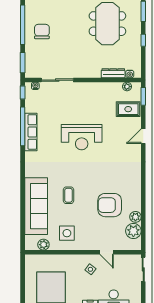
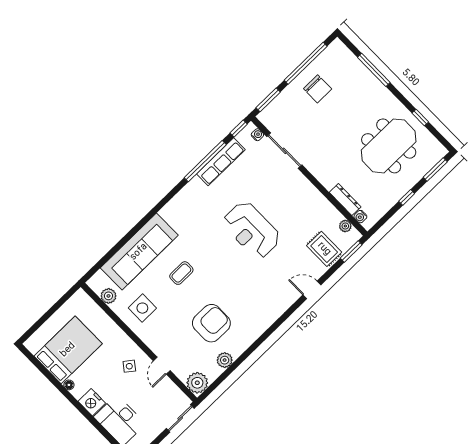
chair: (42, 32) -> (318, 89), turned 90
row of seats: (31, 132) -> (221, 162), moved
armchair: (110, 205) -> (211, 323), turned 90
plant: (133, 231) -> (197, 383), moved

